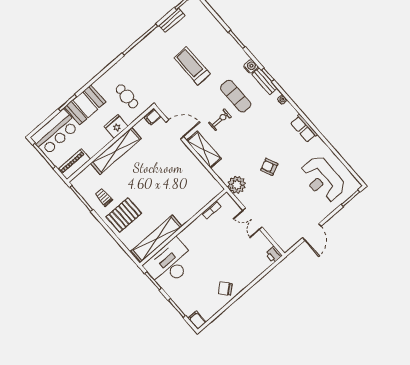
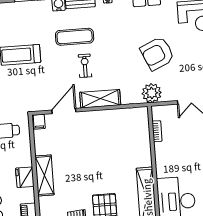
fridge: (116, 126) -> (25, 177), moved
shelving: (116, 151) -> (44, 175), width x0.68
armchair: (269, 167) -> (157, 53), width x1.88, depth x1.88

